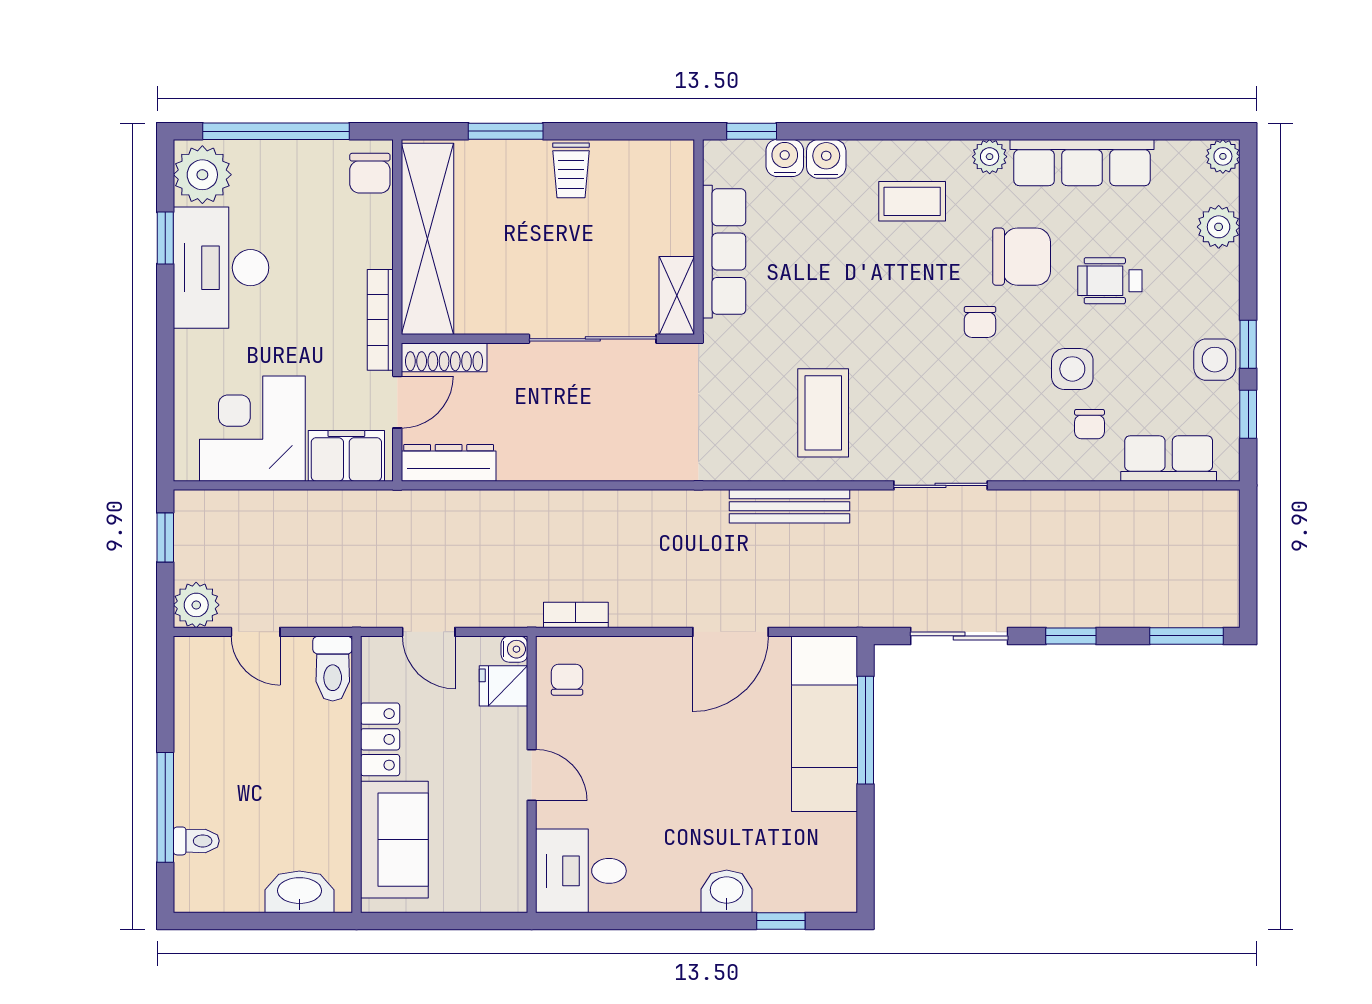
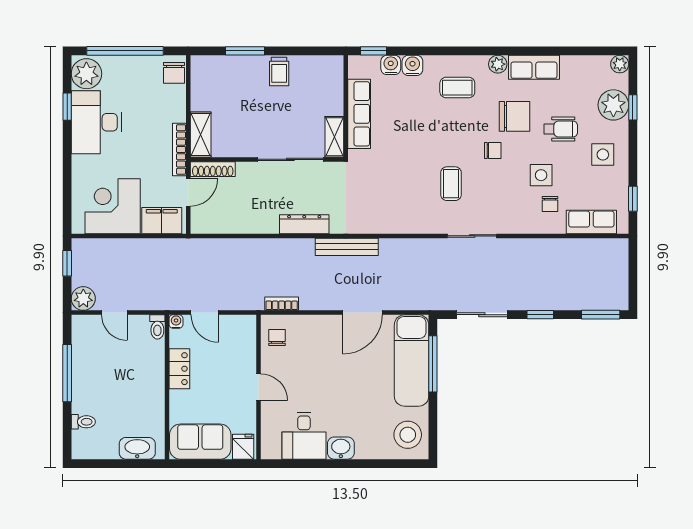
row of seats: (1082, 163) -> (534, 67), width x0.68
plant: (1219, 227) -> (613, 105), width x1.36, depth x1.36
shelving: (427, 239) -> (201, 135), width x0.45, depth x0.75
wheelchair: (1110, 281) -> (561, 129), turned 180
chair: (980, 322) -> (493, 151), turned -90
window: (1248, 344) -> (633, 107), moved
side table: (1215, 360) -> (603, 155), moved
coffee table: (823, 413) -> (451, 184), moved, width x0.73, depth x0.77
dresser: (449, 463) -> (304, 224), moved
bench: (790, 506) -> (347, 247), moved
water cooler: (514, 649) -> (176, 322), moved, turned -90
toilet: (333, 669) -> (157, 327), width x0.73, depth x0.72
fridge: (503, 686) -> (243, 447), moved, turned 90
window: (165, 807) -> (67, 373), moved
sofa: (394, 840) -> (200, 442), moved, turned -90
stool: (817, 866) -> (408, 435), added
desk: (581, 871) -> (304, 436), moved, turned -90
washbasin: (727, 891) -> (341, 448), moved
window: (781, 921) -> (389, 464), removed

